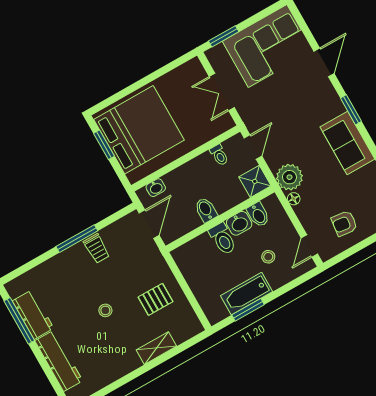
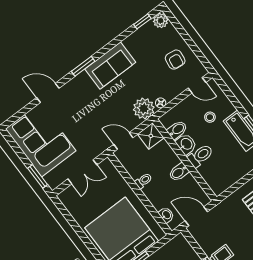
toilet: (219, 155) -> (143, 181), moved

